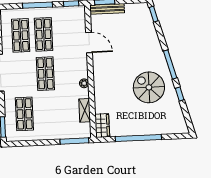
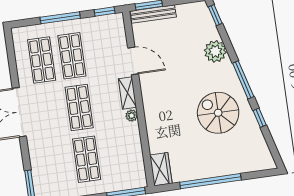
plant: (151, 41) -> (215, 51), added
shelving: (85, 110) -> (127, 93), moved
shop shelf: (24, 114) -> (87, 159), moved

